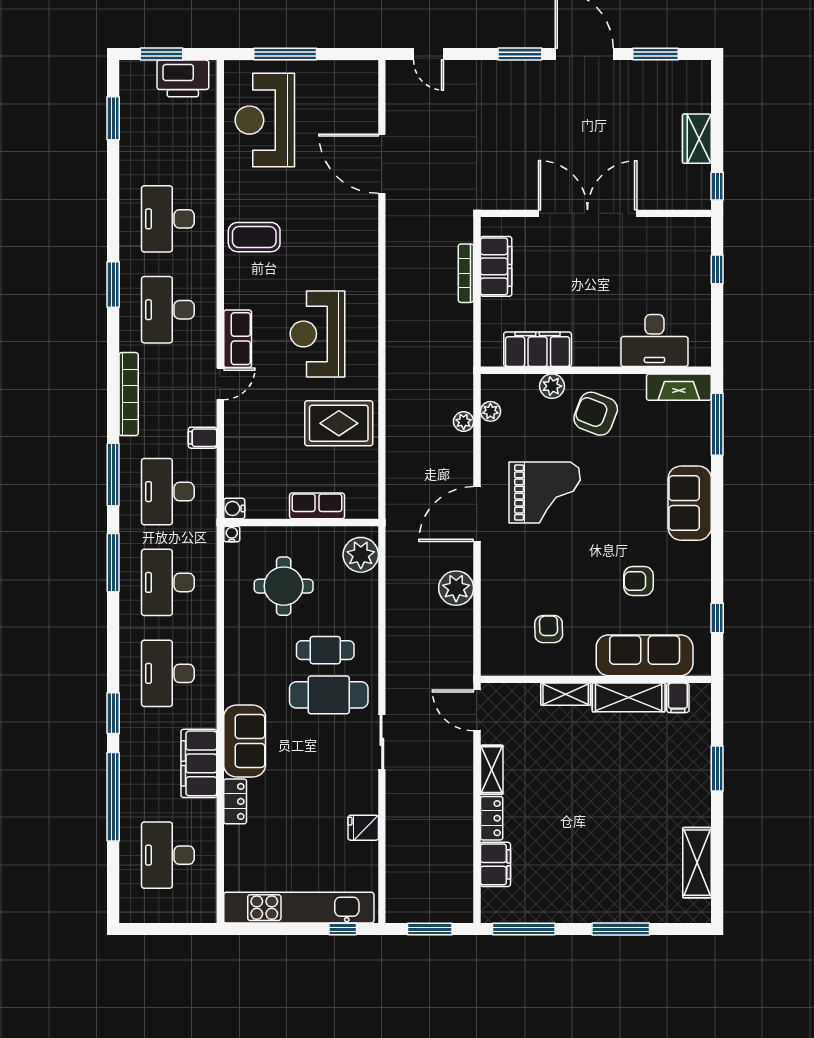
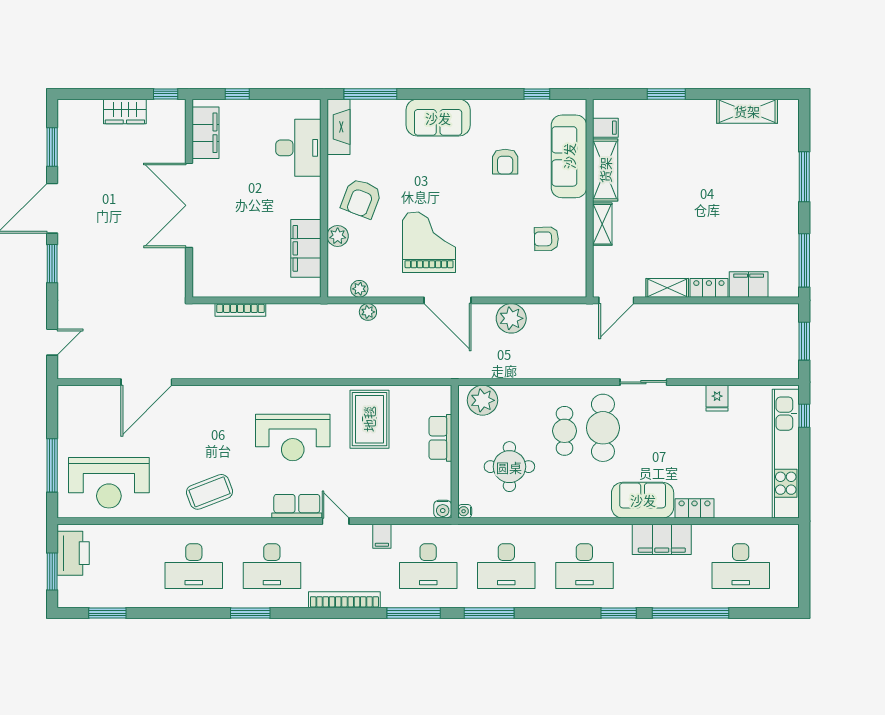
coffee table: (254, 237) -> (209, 492), turned 69
filing cabinet: (496, 266) -> (206, 133), moved, turned 90

